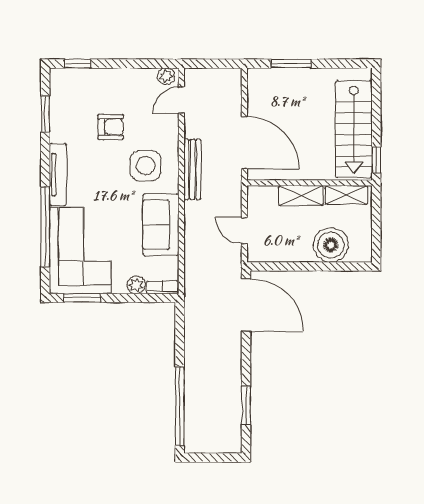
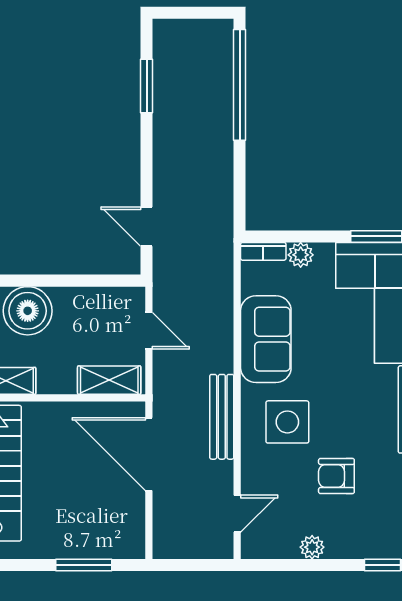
plant: (166, 76) -> (312, 547), moved
shelving: (301, 196) -> (109, 380), moved
door: (246, 305) -> (147, 227), width x0.53

